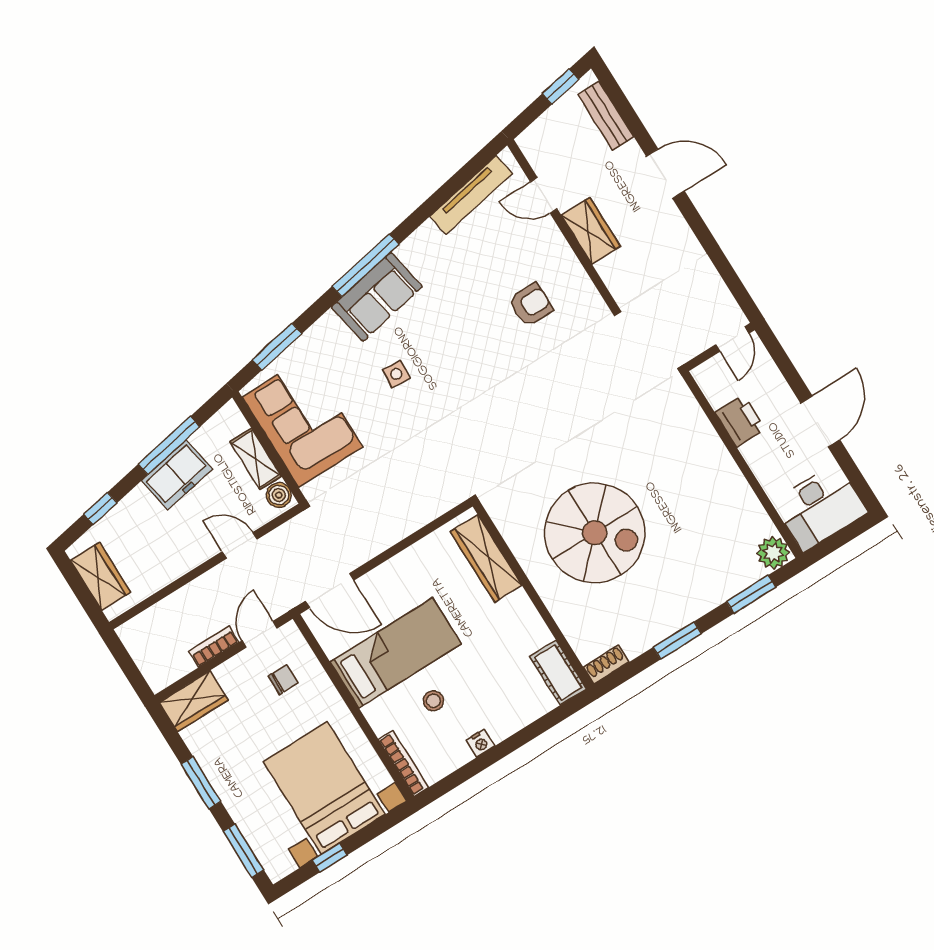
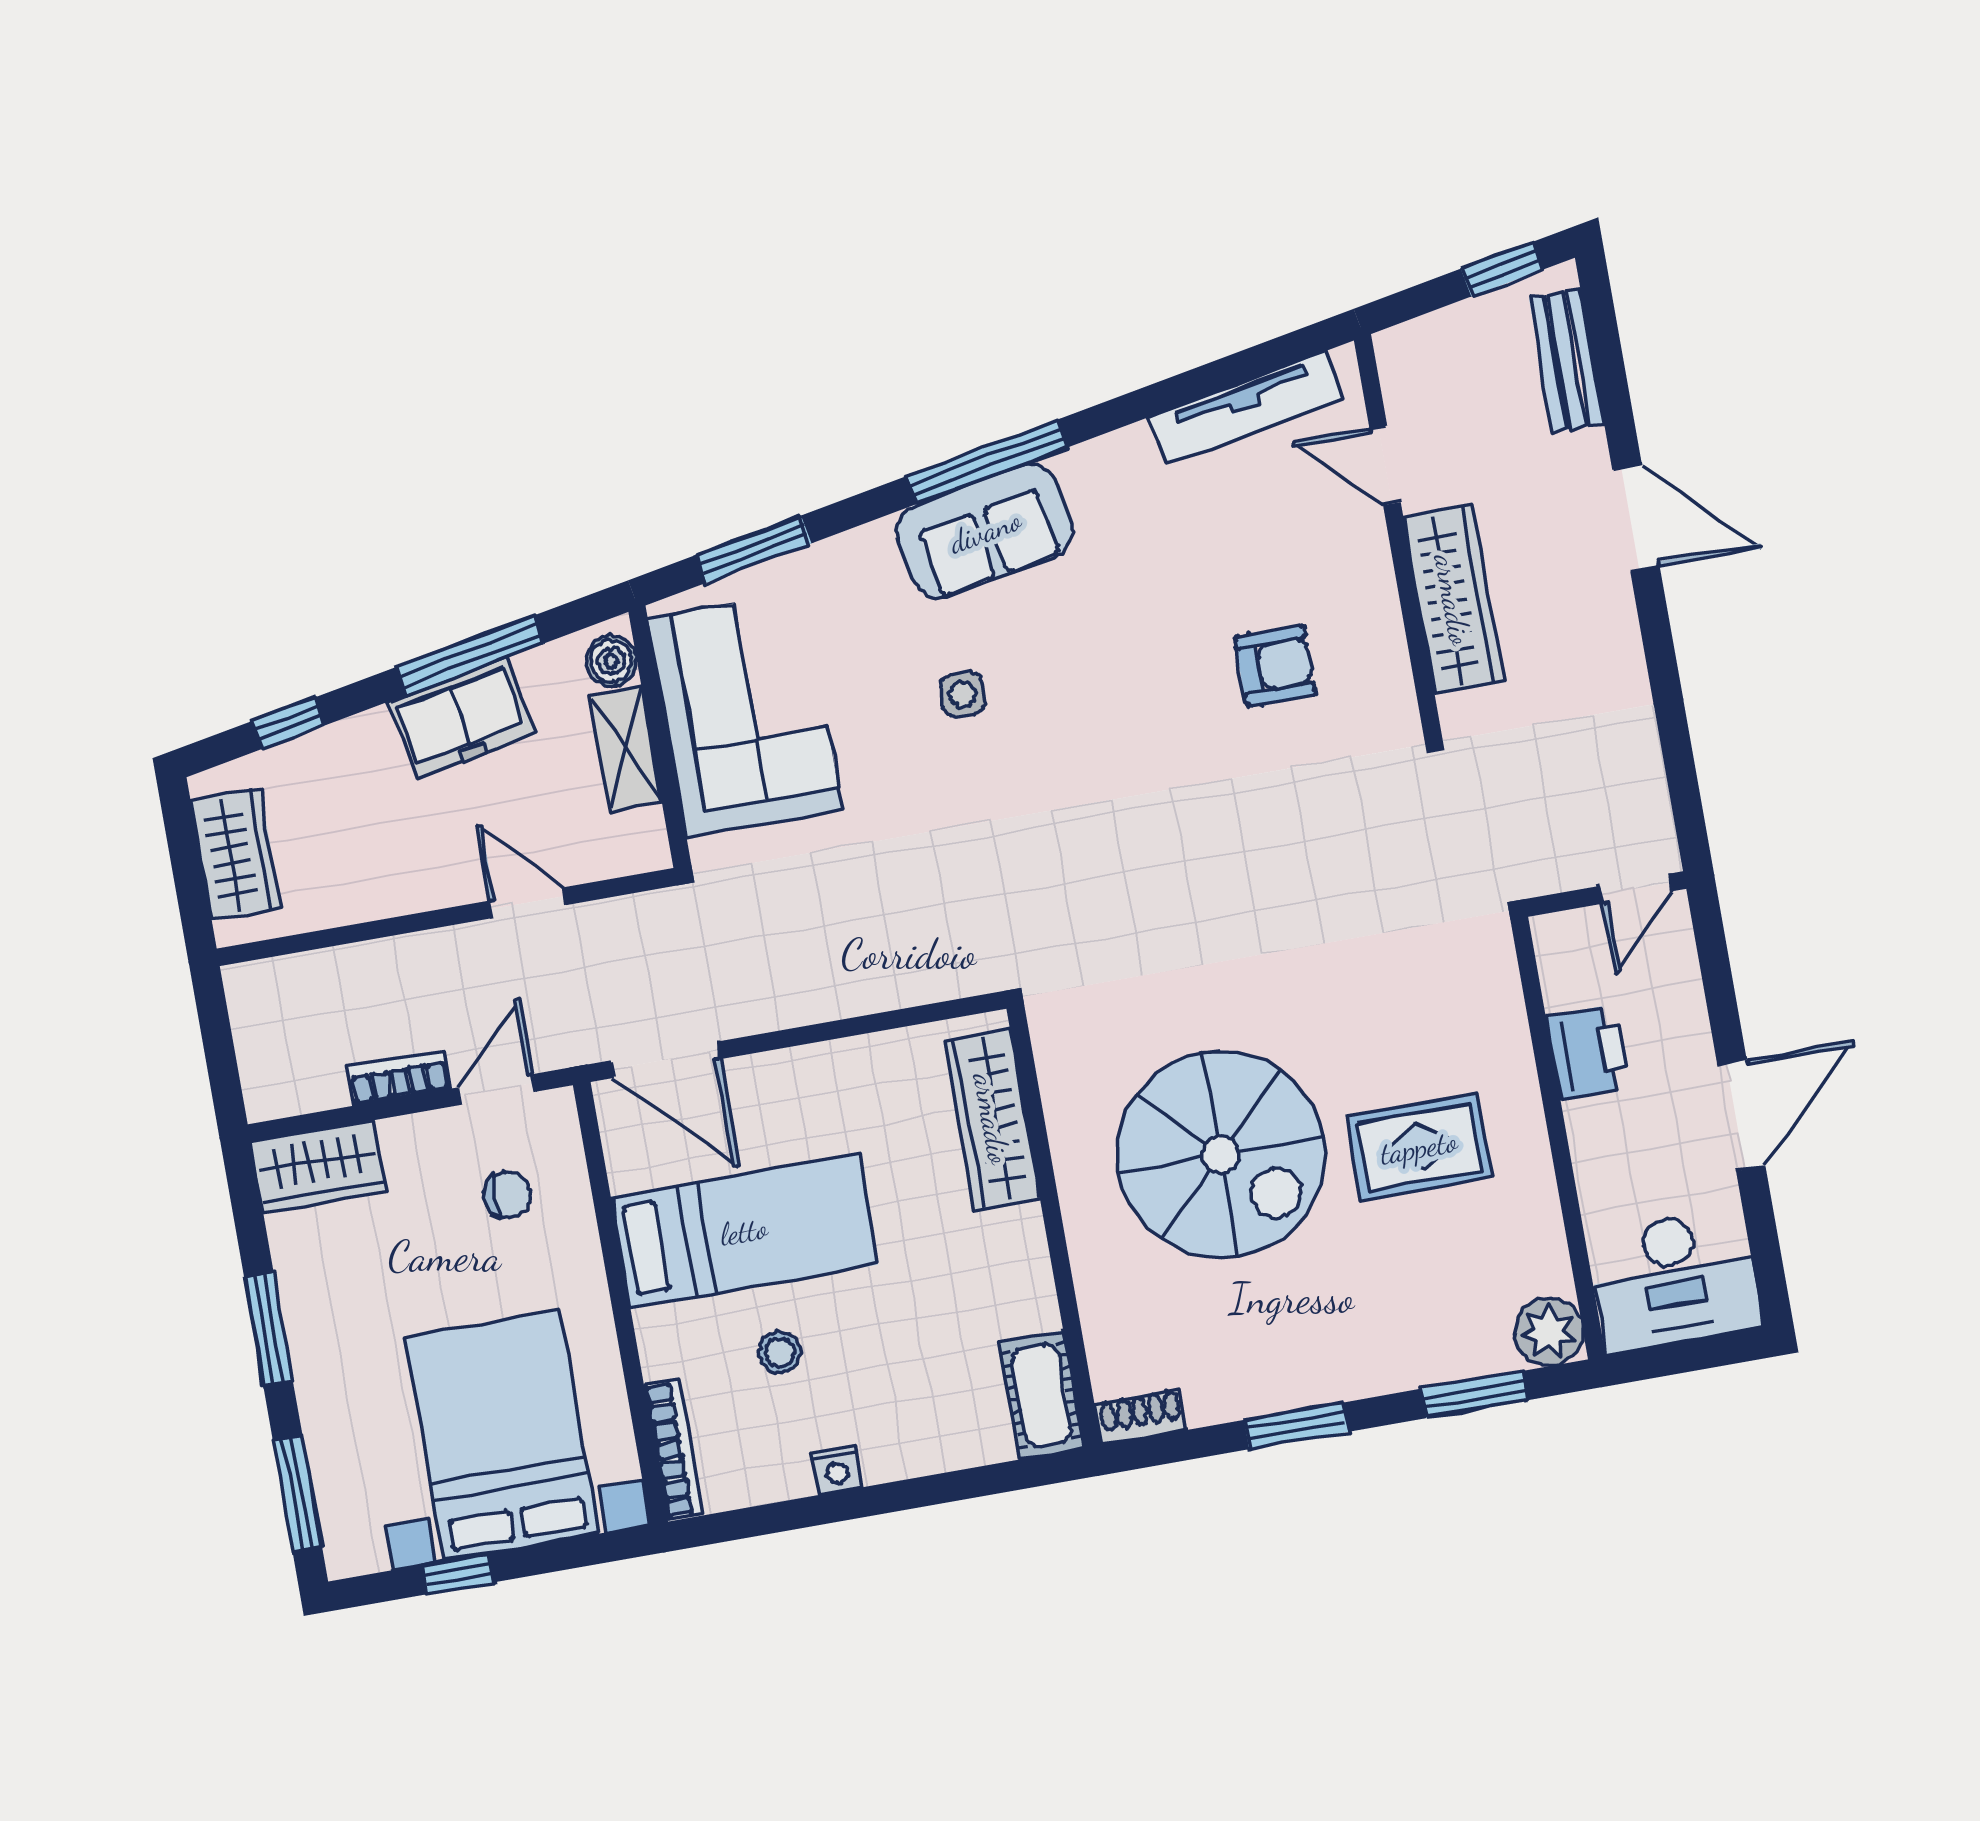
wardrobe: (591, 231) -> (1453, 600), width x1.50
rug: (682, 494) -> (1419, 1147), added
boiler: (279, 495) -> (611, 661), moved

